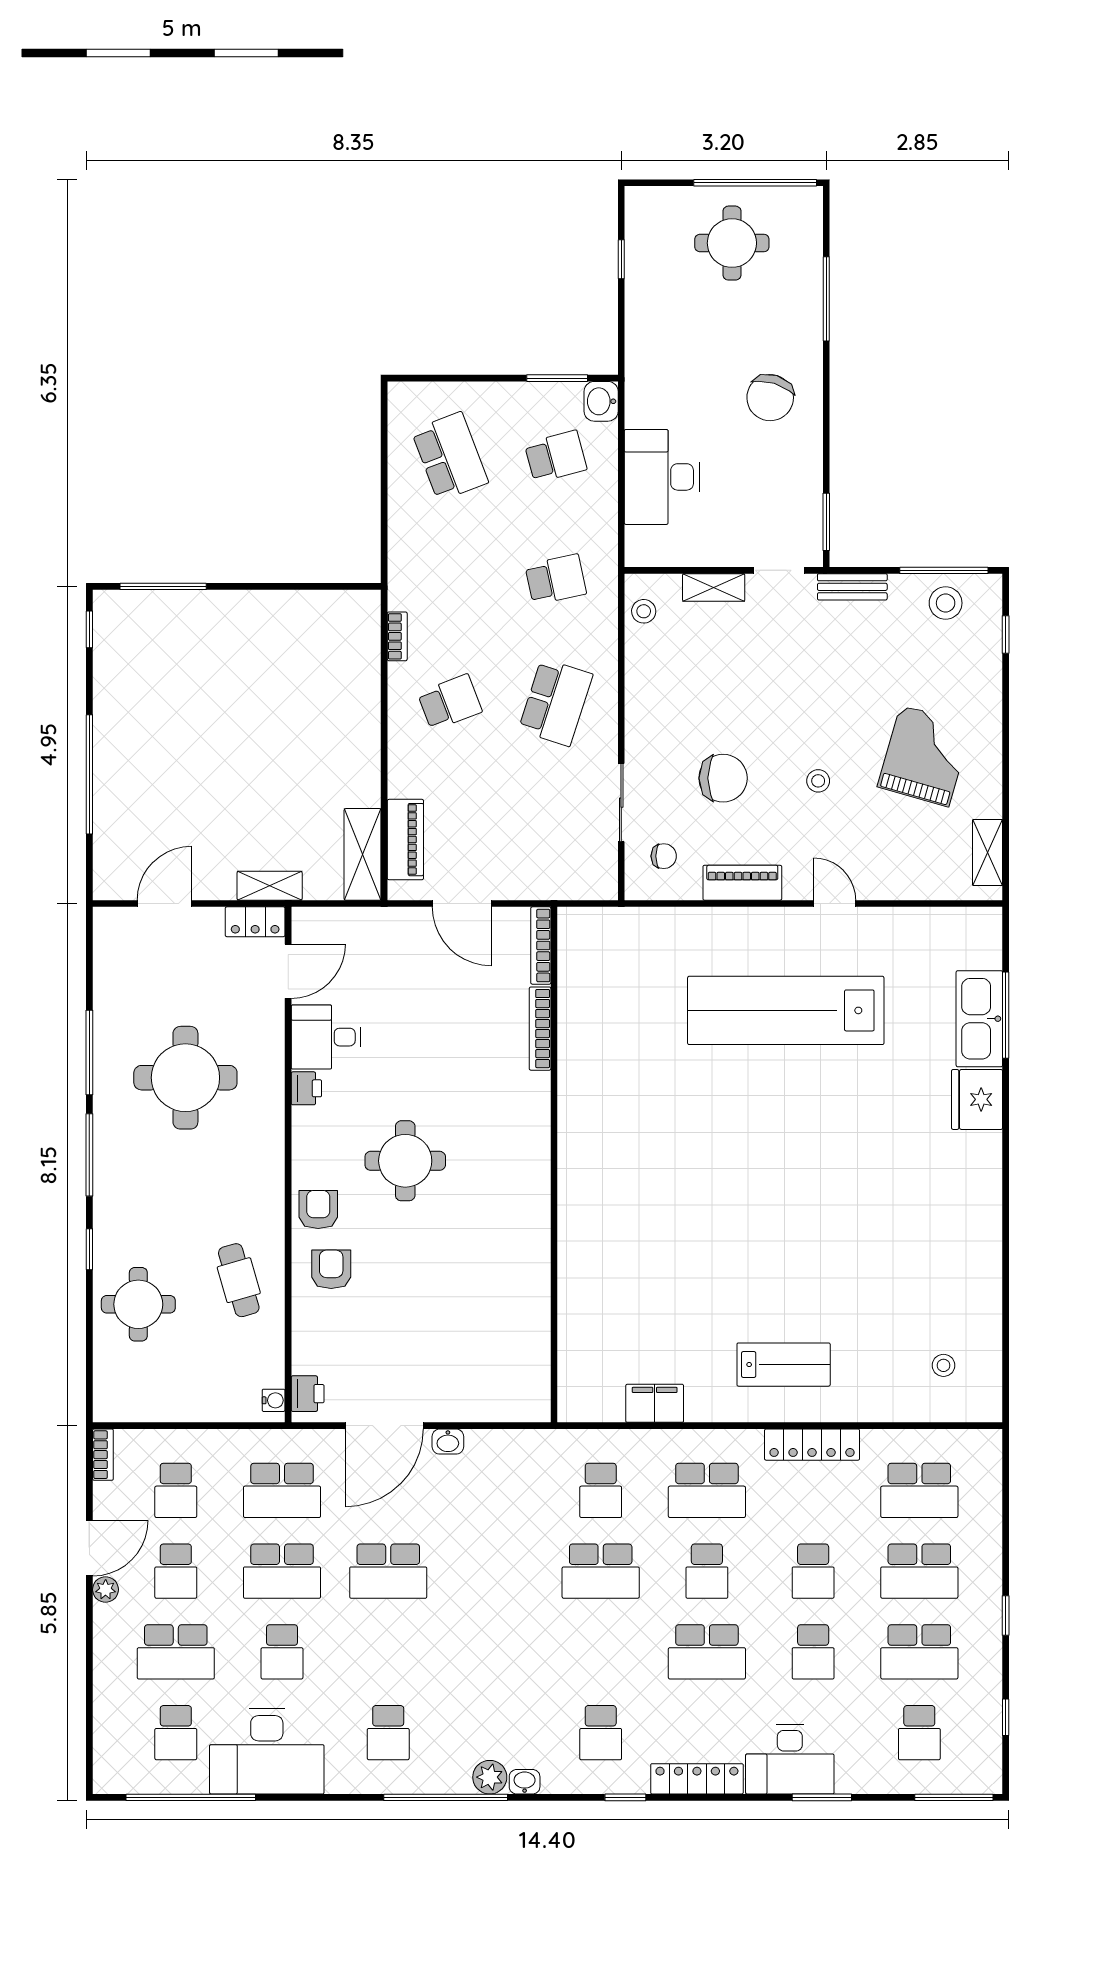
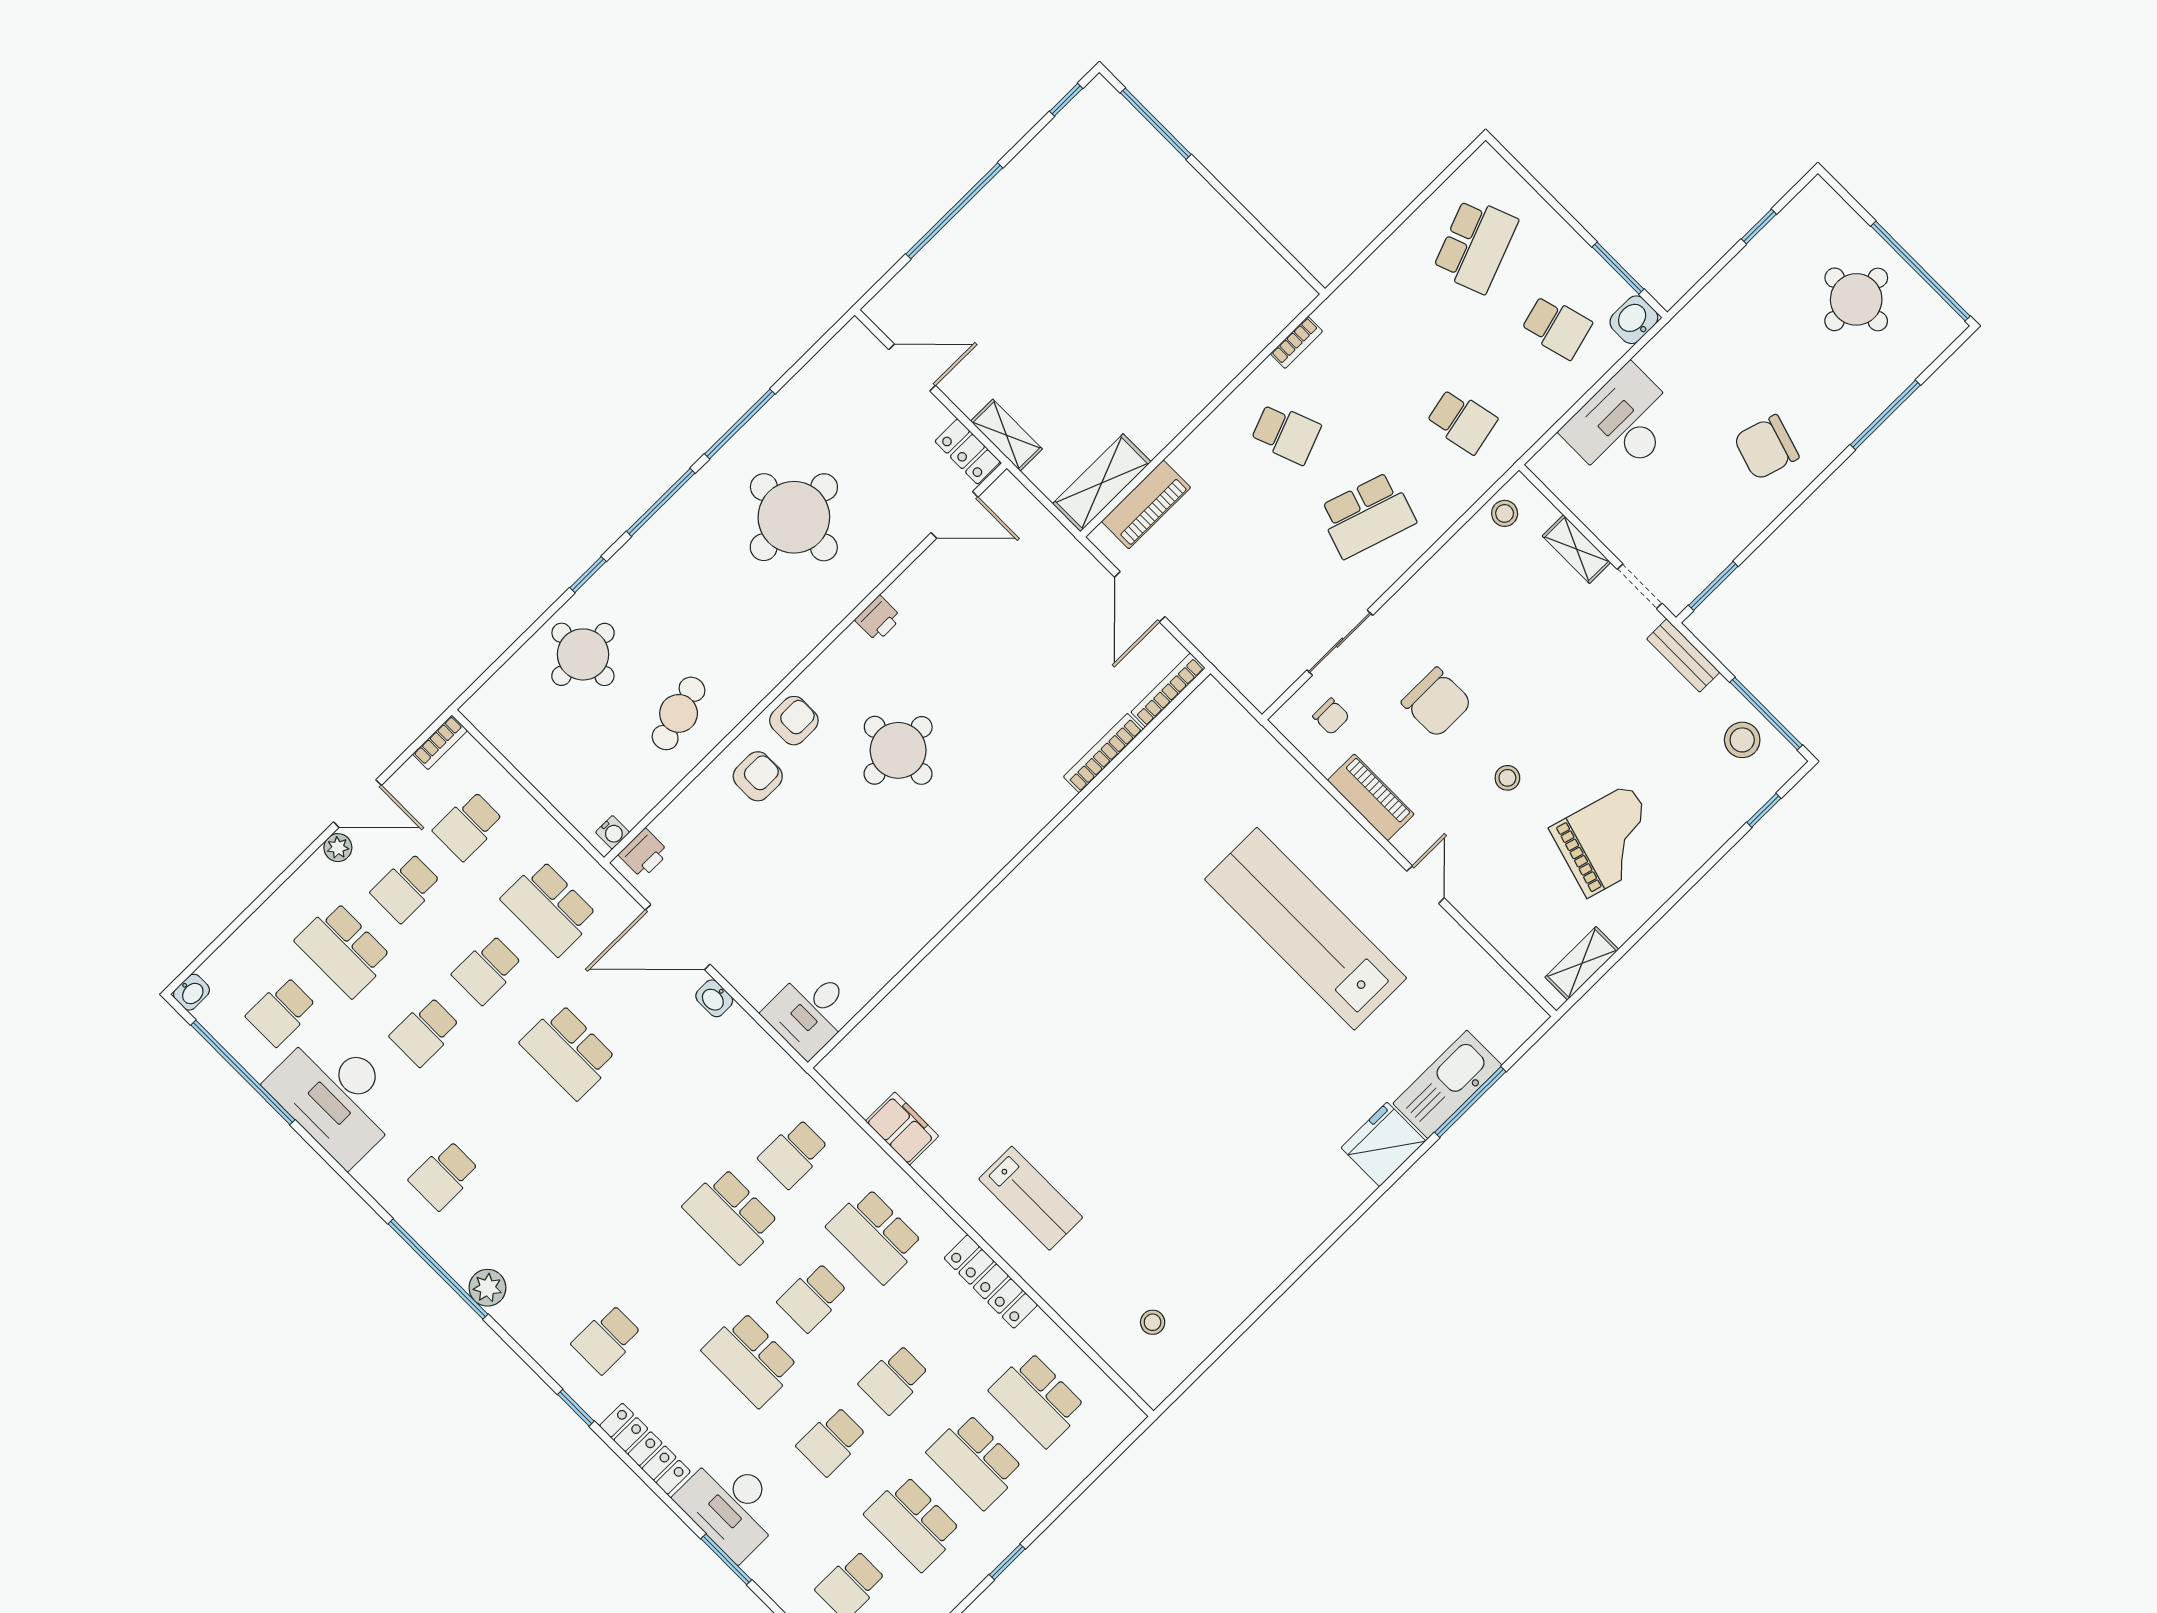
desk: (326, 1037) -> (810, 1012), moved, turned -90
school desk: (282, 1571) -> (487, 970), width x0.54
washbasin: (525, 1782) -> (191, 992), moved, turned 90

